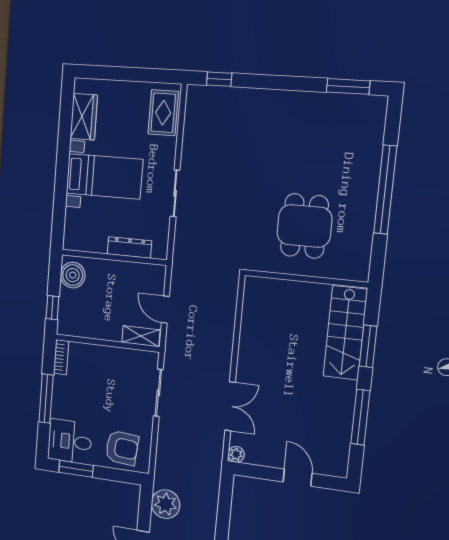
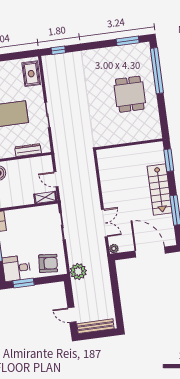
window: (385, 190) -> (157, 71), moved
dining table: (304, 226) -> (130, 94), moved
stairs: (345, 333) -> (160, 190), moved
window: (368, 346) -> (169, 160), moved
door: (298, 478) -> (150, 252), width x1.87
plant: (166, 504) -> (78, 272), moved

